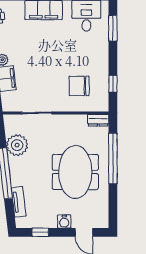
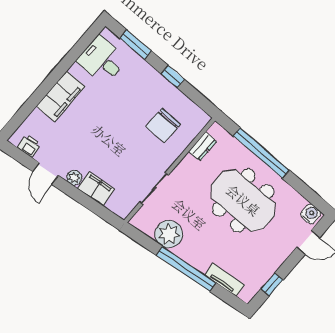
window: (113, 84) -> (173, 77), moved
dresser: (98, 120) -> (203, 146), moved
water cooler: (64, 222) -> (311, 214), moved, turned -90

